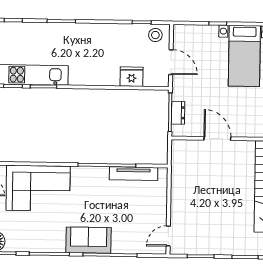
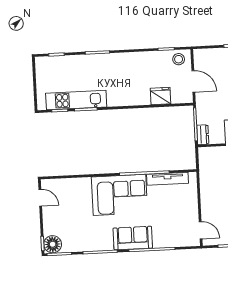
dresser: (178, 113) -> (203, 135), moved
corner sofa: (38, 188) -> (119, 195), moved
door: (168, 236) -> (201, 230), swing flipped

